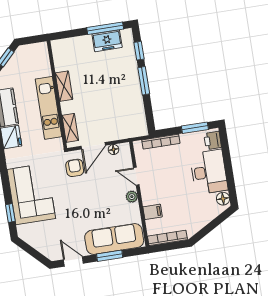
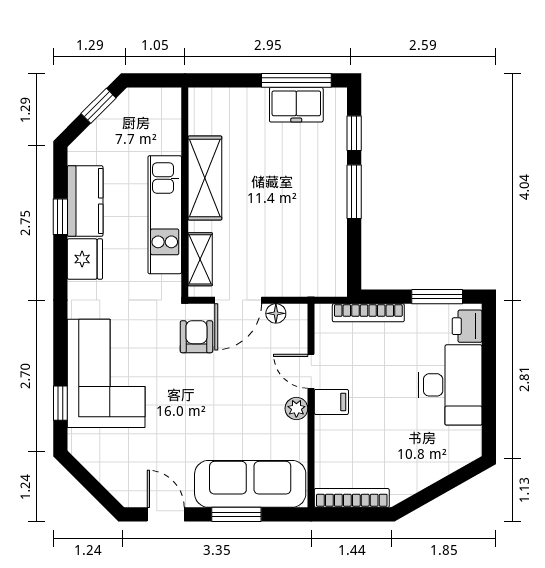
shelving: (64, 86) -> (205, 178), width x1.50, depth x1.33
floor lamp: (223, 199) -> (469, 440), removed
filing cabinet: (153, 212) -> (331, 402), moved

